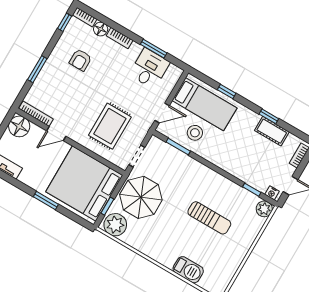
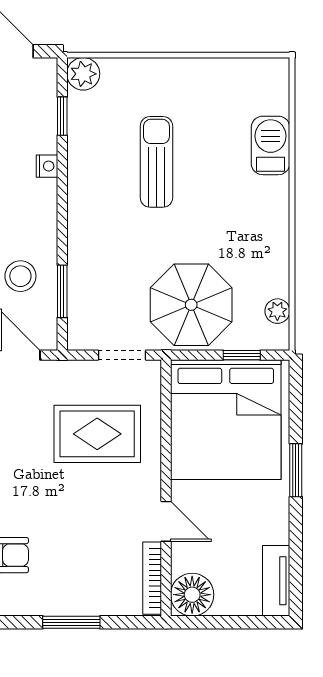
nightstand: (272, 193) -> (47, 166), moved
plant: (115, 225) -> (277, 311), width x0.53, depth x0.53

